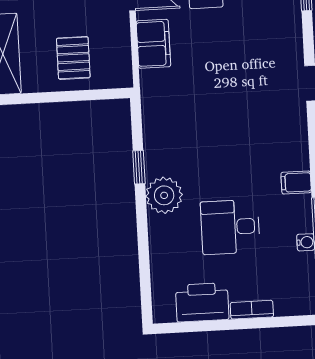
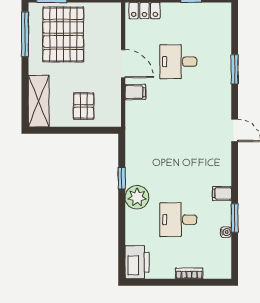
filing cabinet: (153, 44) -> (135, 92), width x0.50
printer: (202, 302) -> (137, 262), moved, turned 90

